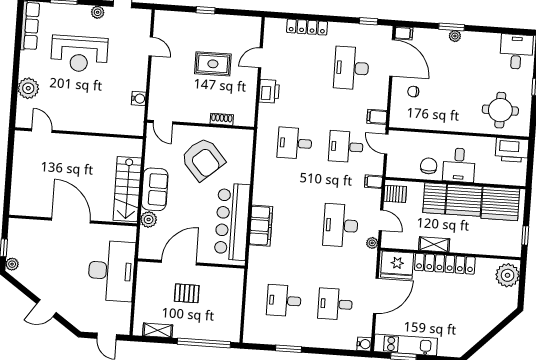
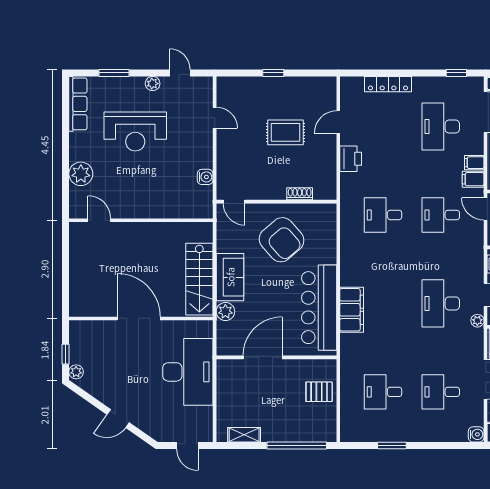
filing cabinet: (374, 182) -> (474, 163), moved
pallet: (187, 293) -> (319, 392), moved

